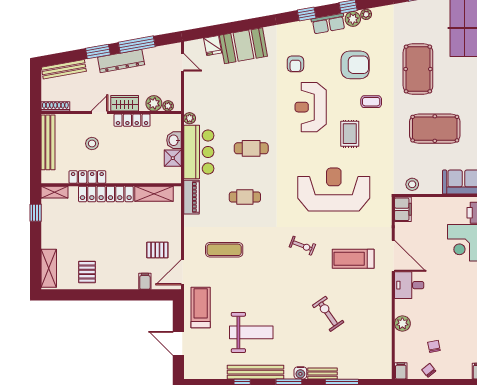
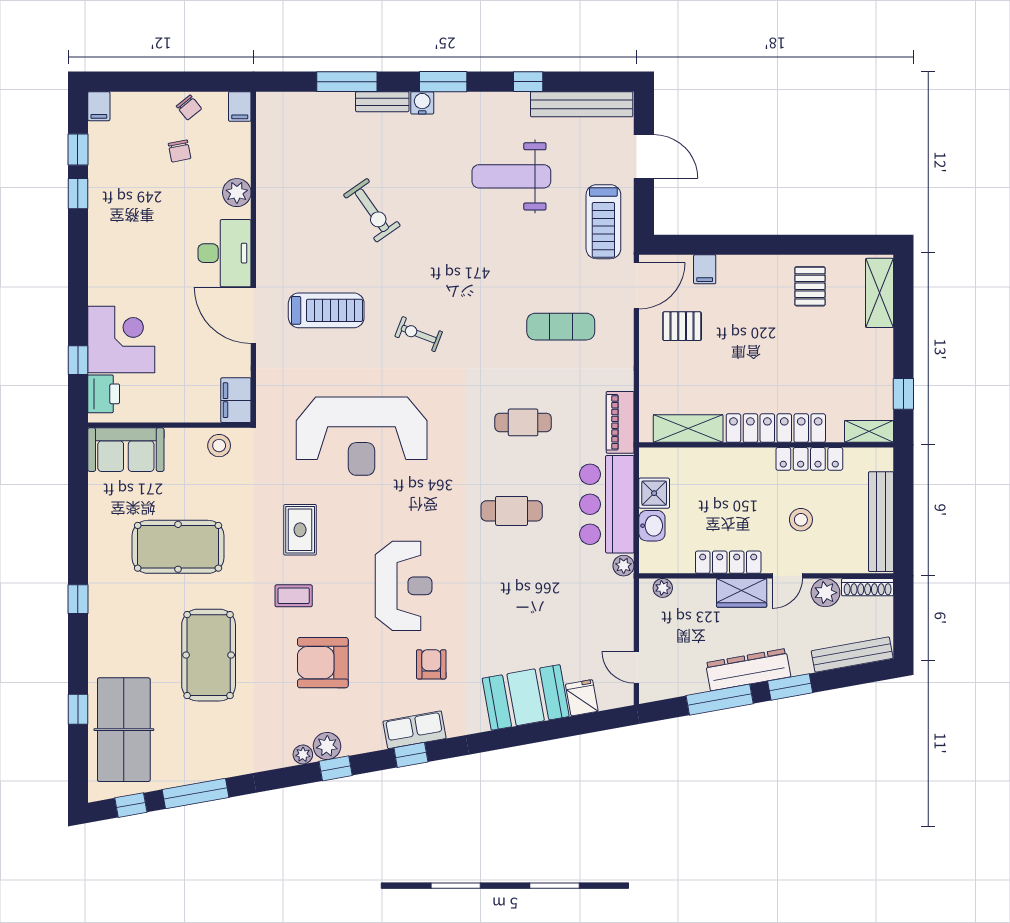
row of seats: (328, 24) -> (415, 730), moved
plant: (154, 103) -> (825, 593), moved
rug: (350, 134) -> (300, 530), moved
desk: (409, 285) -> (225, 253), width x1.37
bench: (255, 372) -> (582, 104), moved

